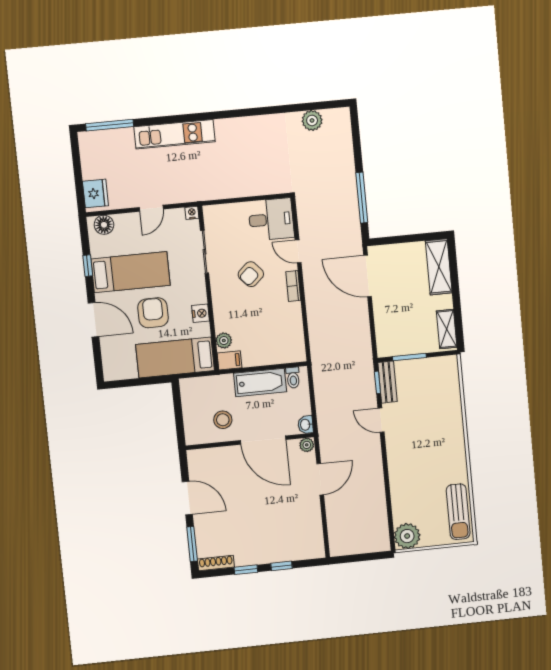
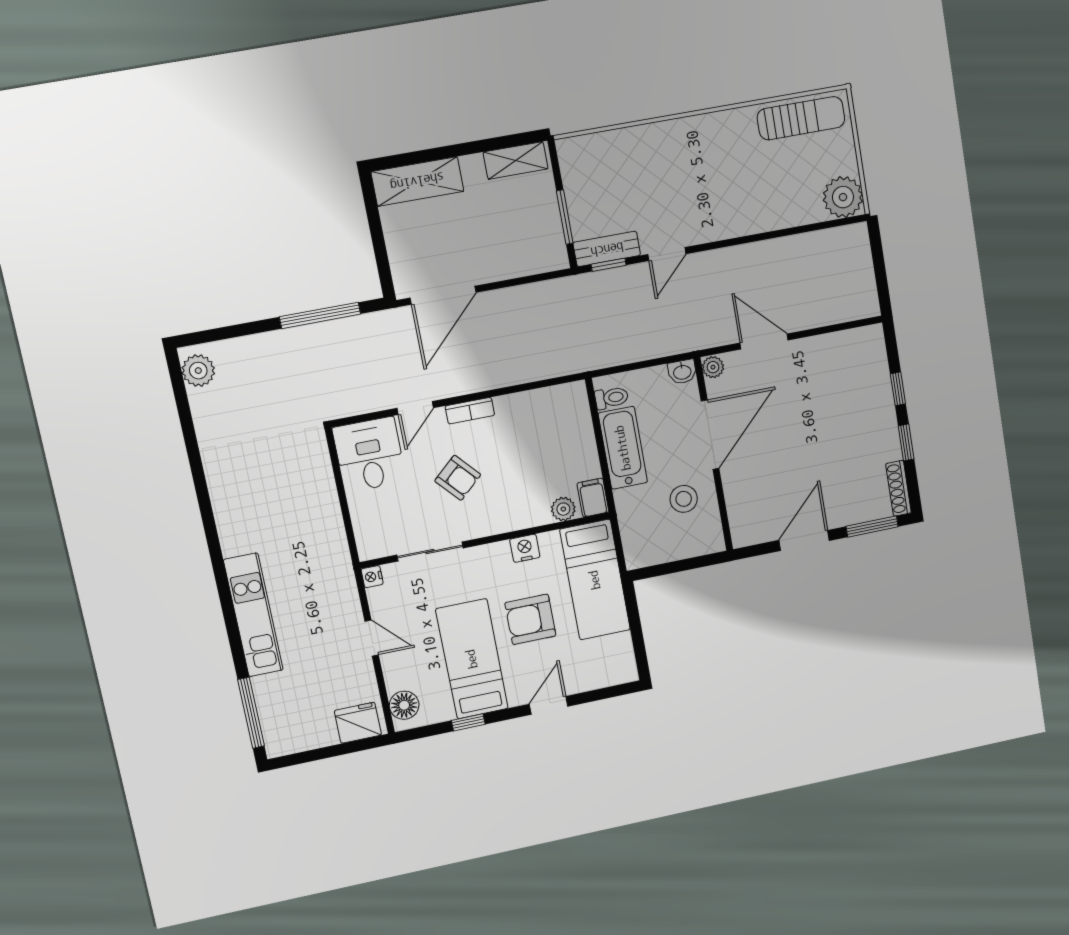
plant: (312, 120) -> (198, 371), moved
door: (94, 320) -> (549, 705), width x0.73

